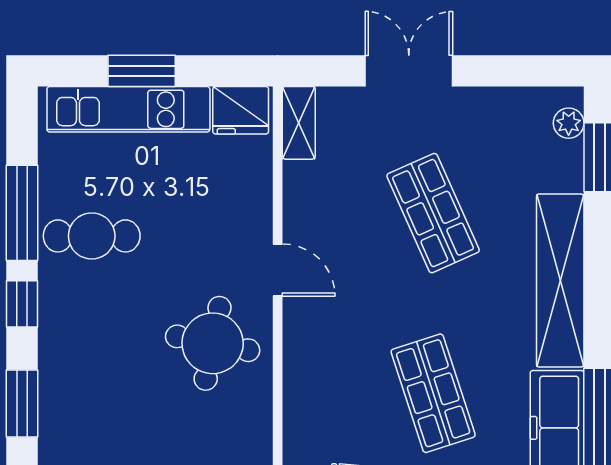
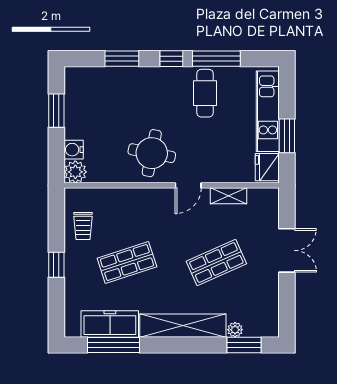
window: (142, 71) -> (287, 136), moved
shelving: (299, 123) -> (229, 196), moved
plant: (569, 123) -> (235, 330), moved

